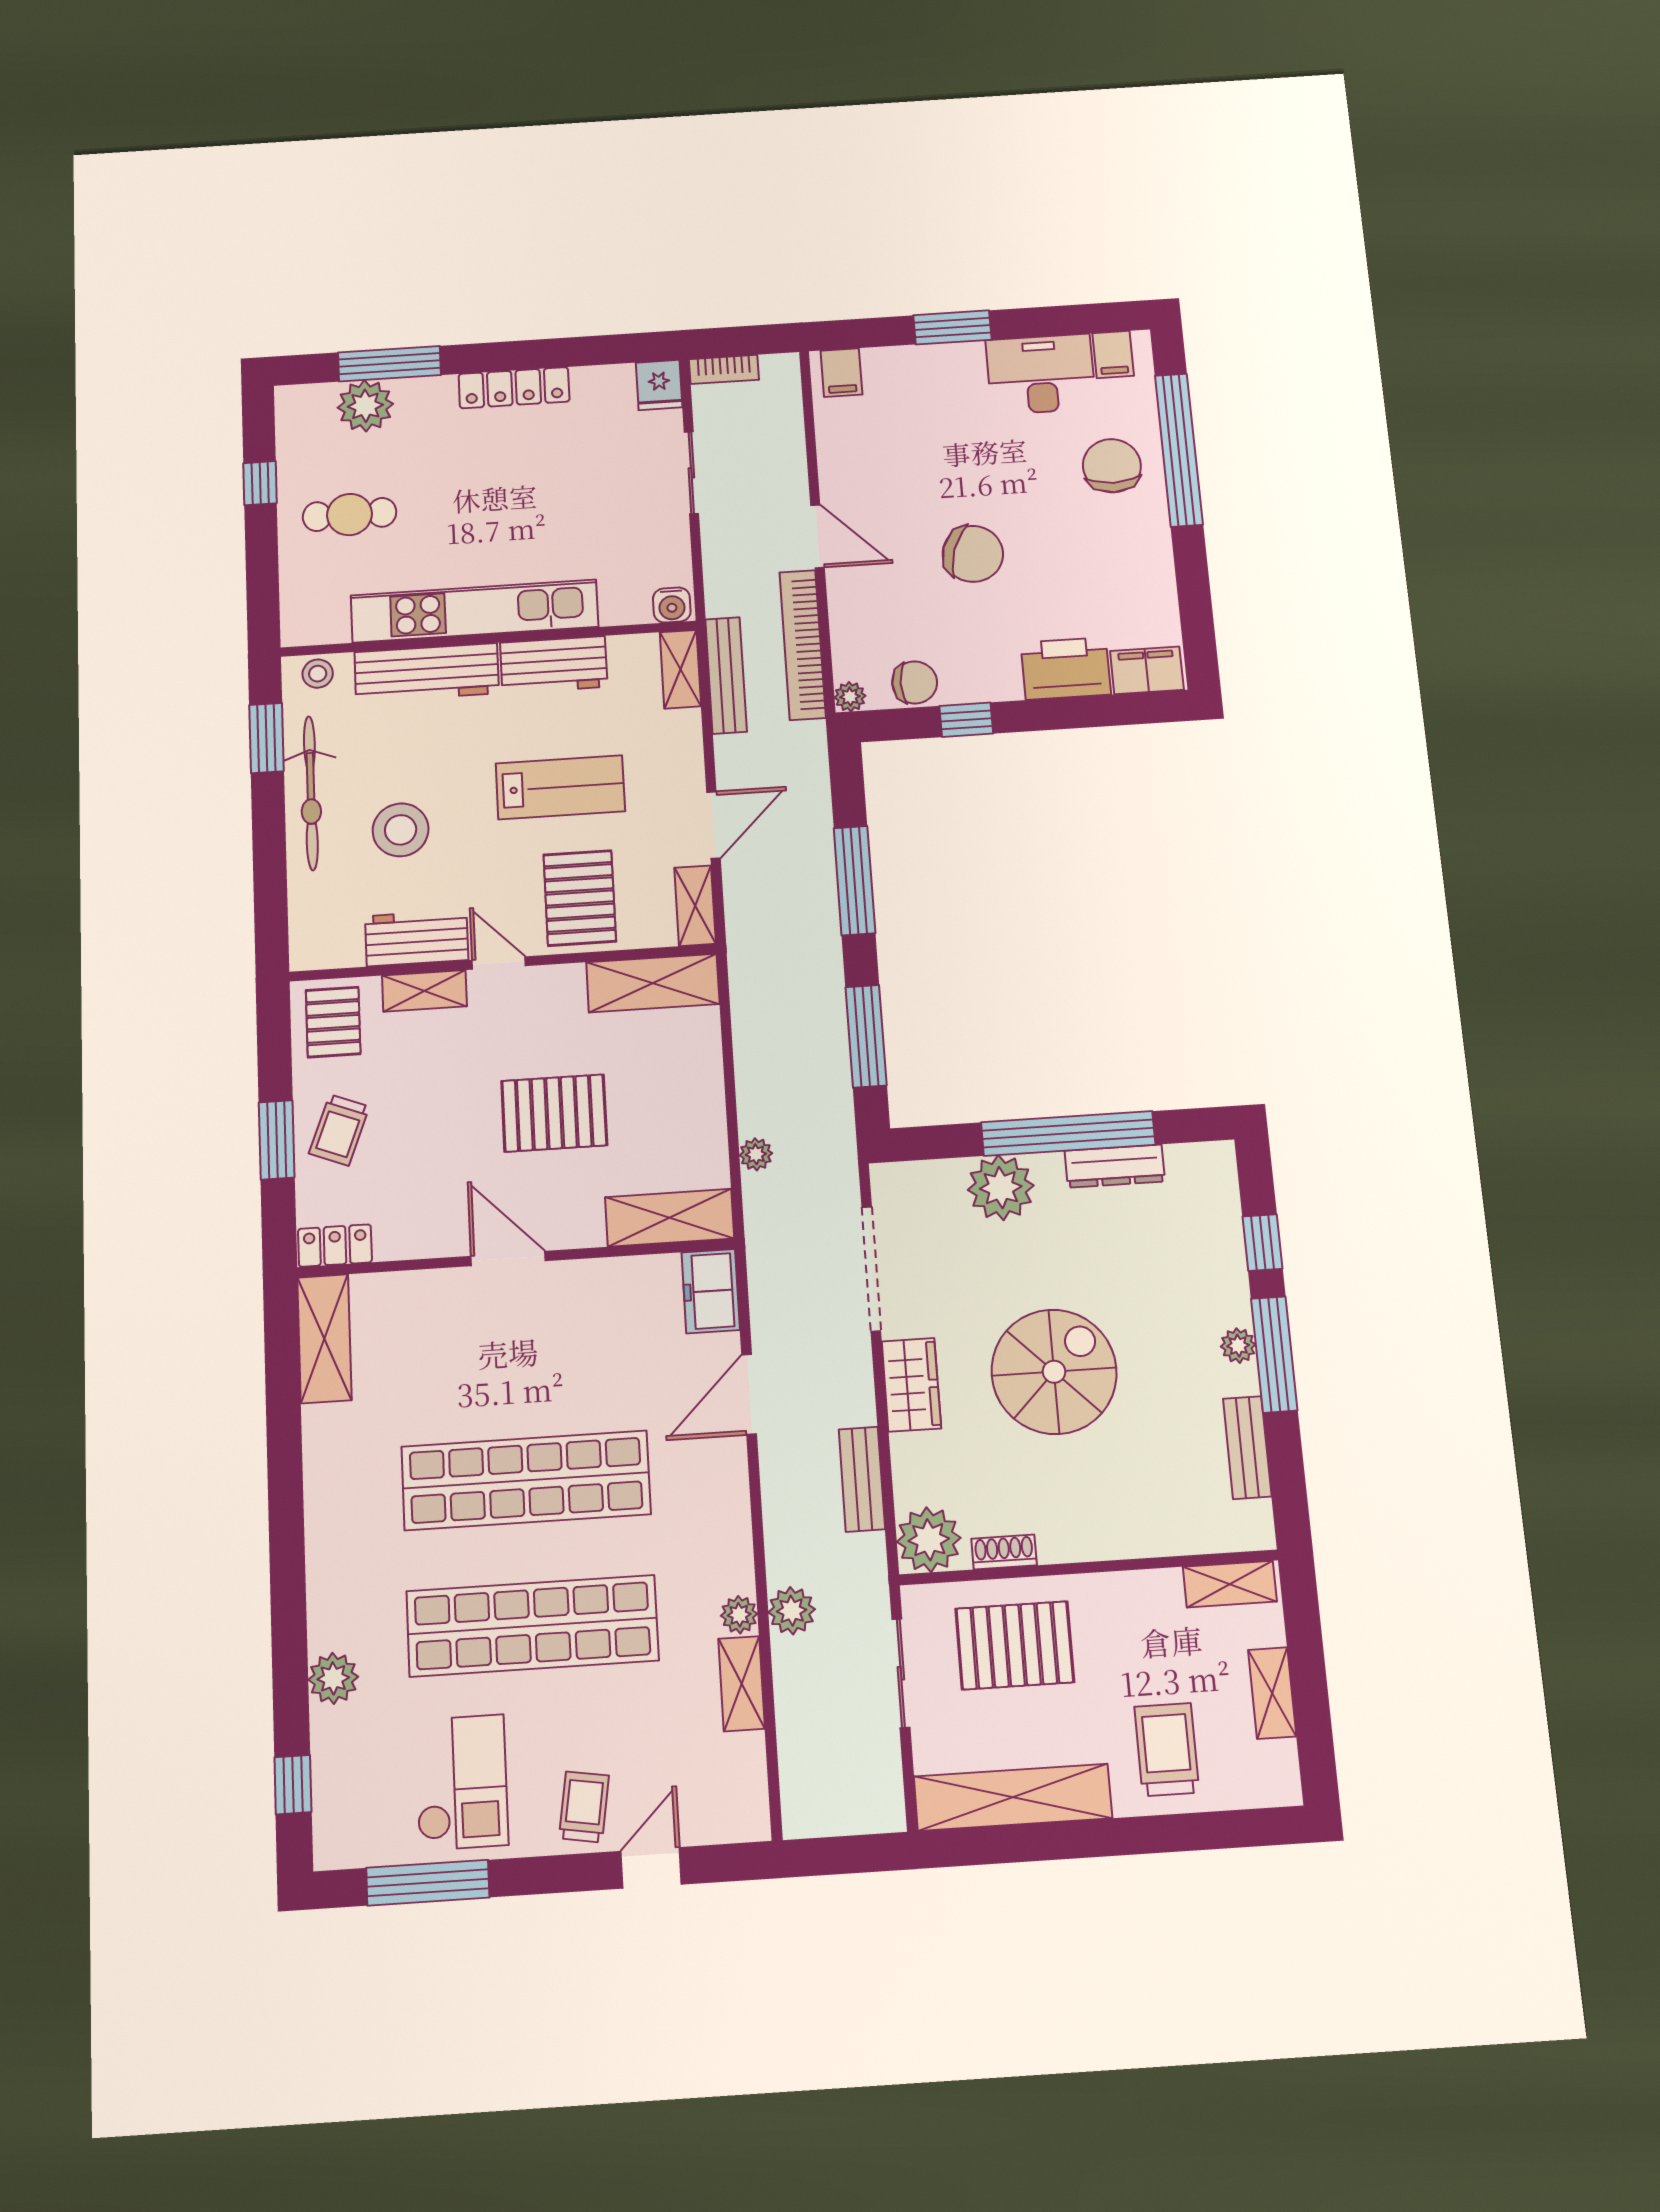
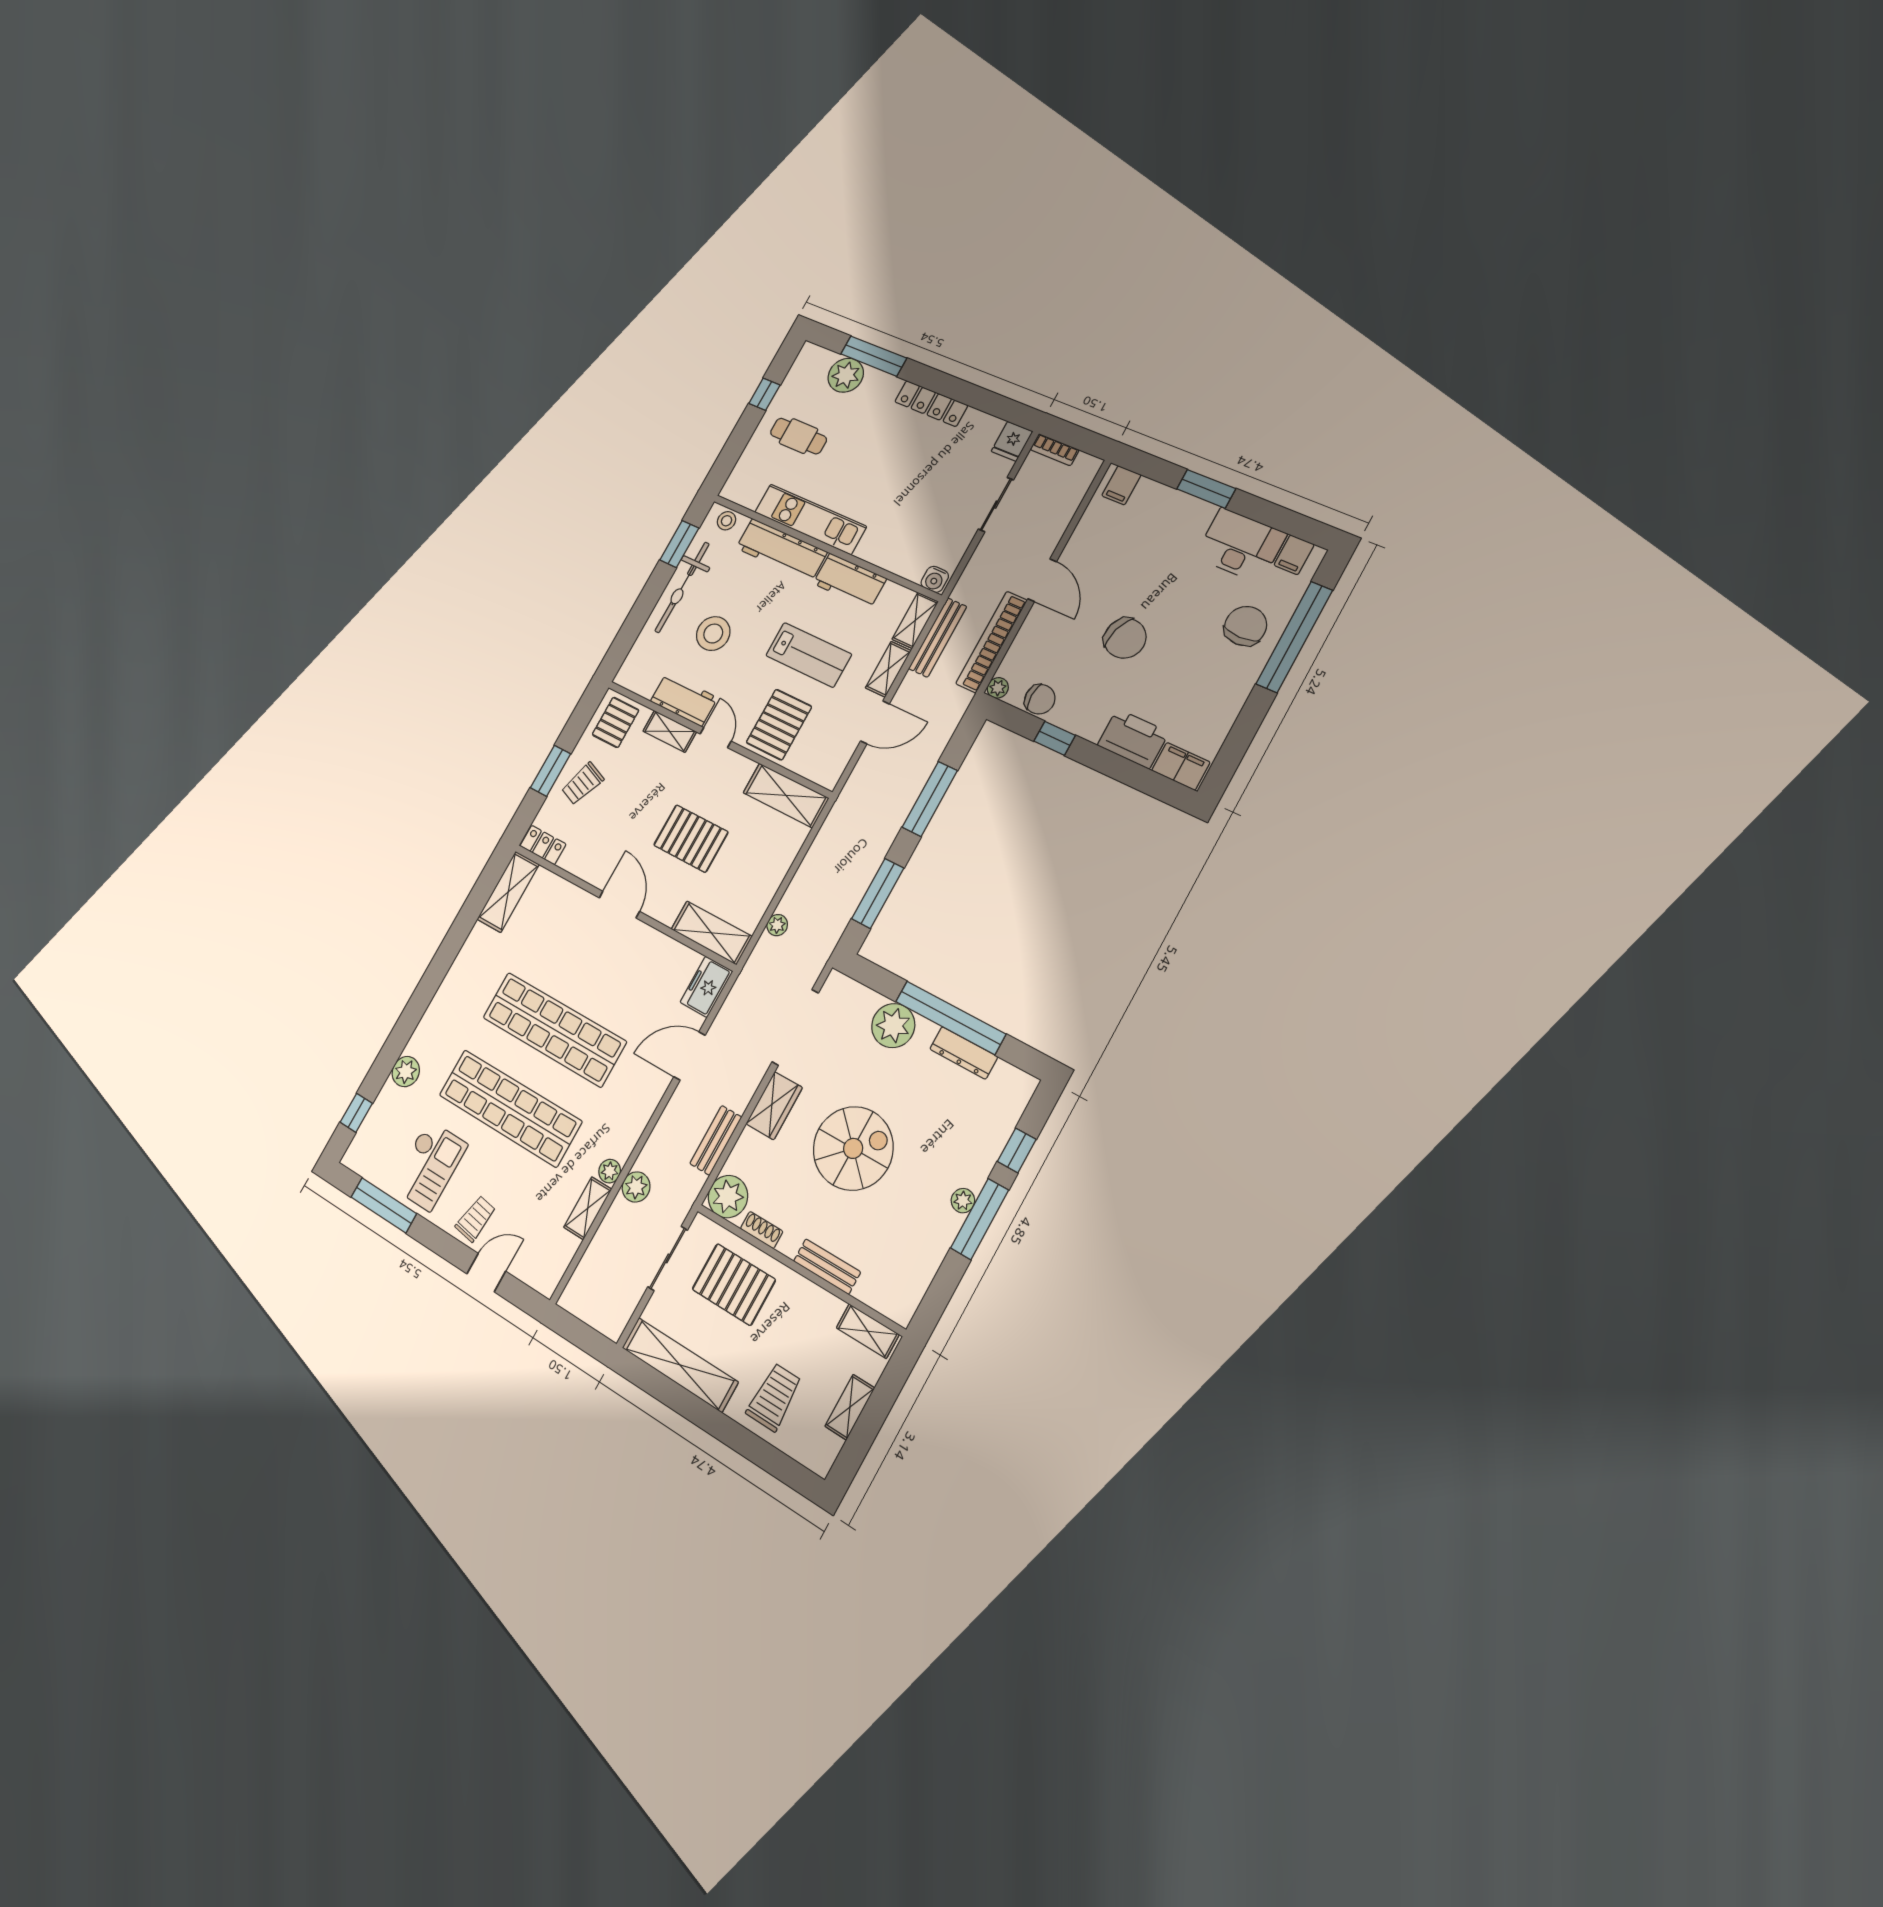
kitchen unit: (474, 611) -> (810, 519), width x0.73
shelving: (695, 906) -> (888, 669), moved
bench: (1247, 1447) -> (827, 1267), moved, turned 90

